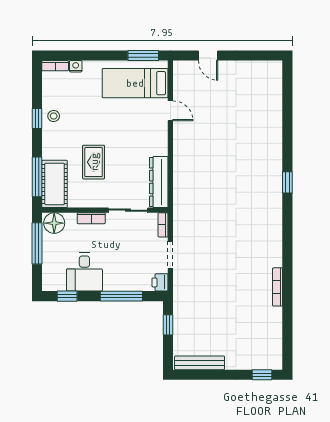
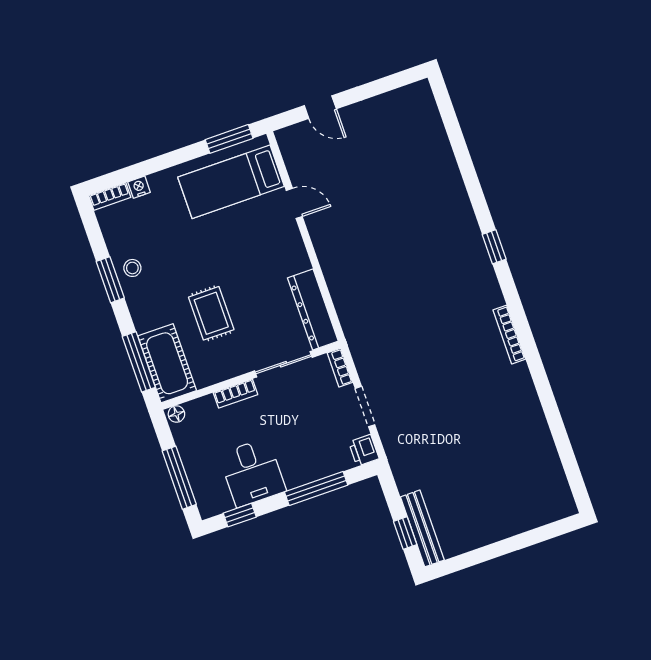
window: (37, 118) -> (110, 280), width x1.50
floor lamp: (54, 223) -> (176, 414), width x0.53, depth x0.53
window: (37, 243) -> (179, 478), moved
bookcase: (278, 287) -> (509, 335), moved
window: (168, 325) -> (405, 533), moved
bench: (200, 363) -> (422, 528), moved, turned 90
window: (262, 375) -> (553, 530), removed

